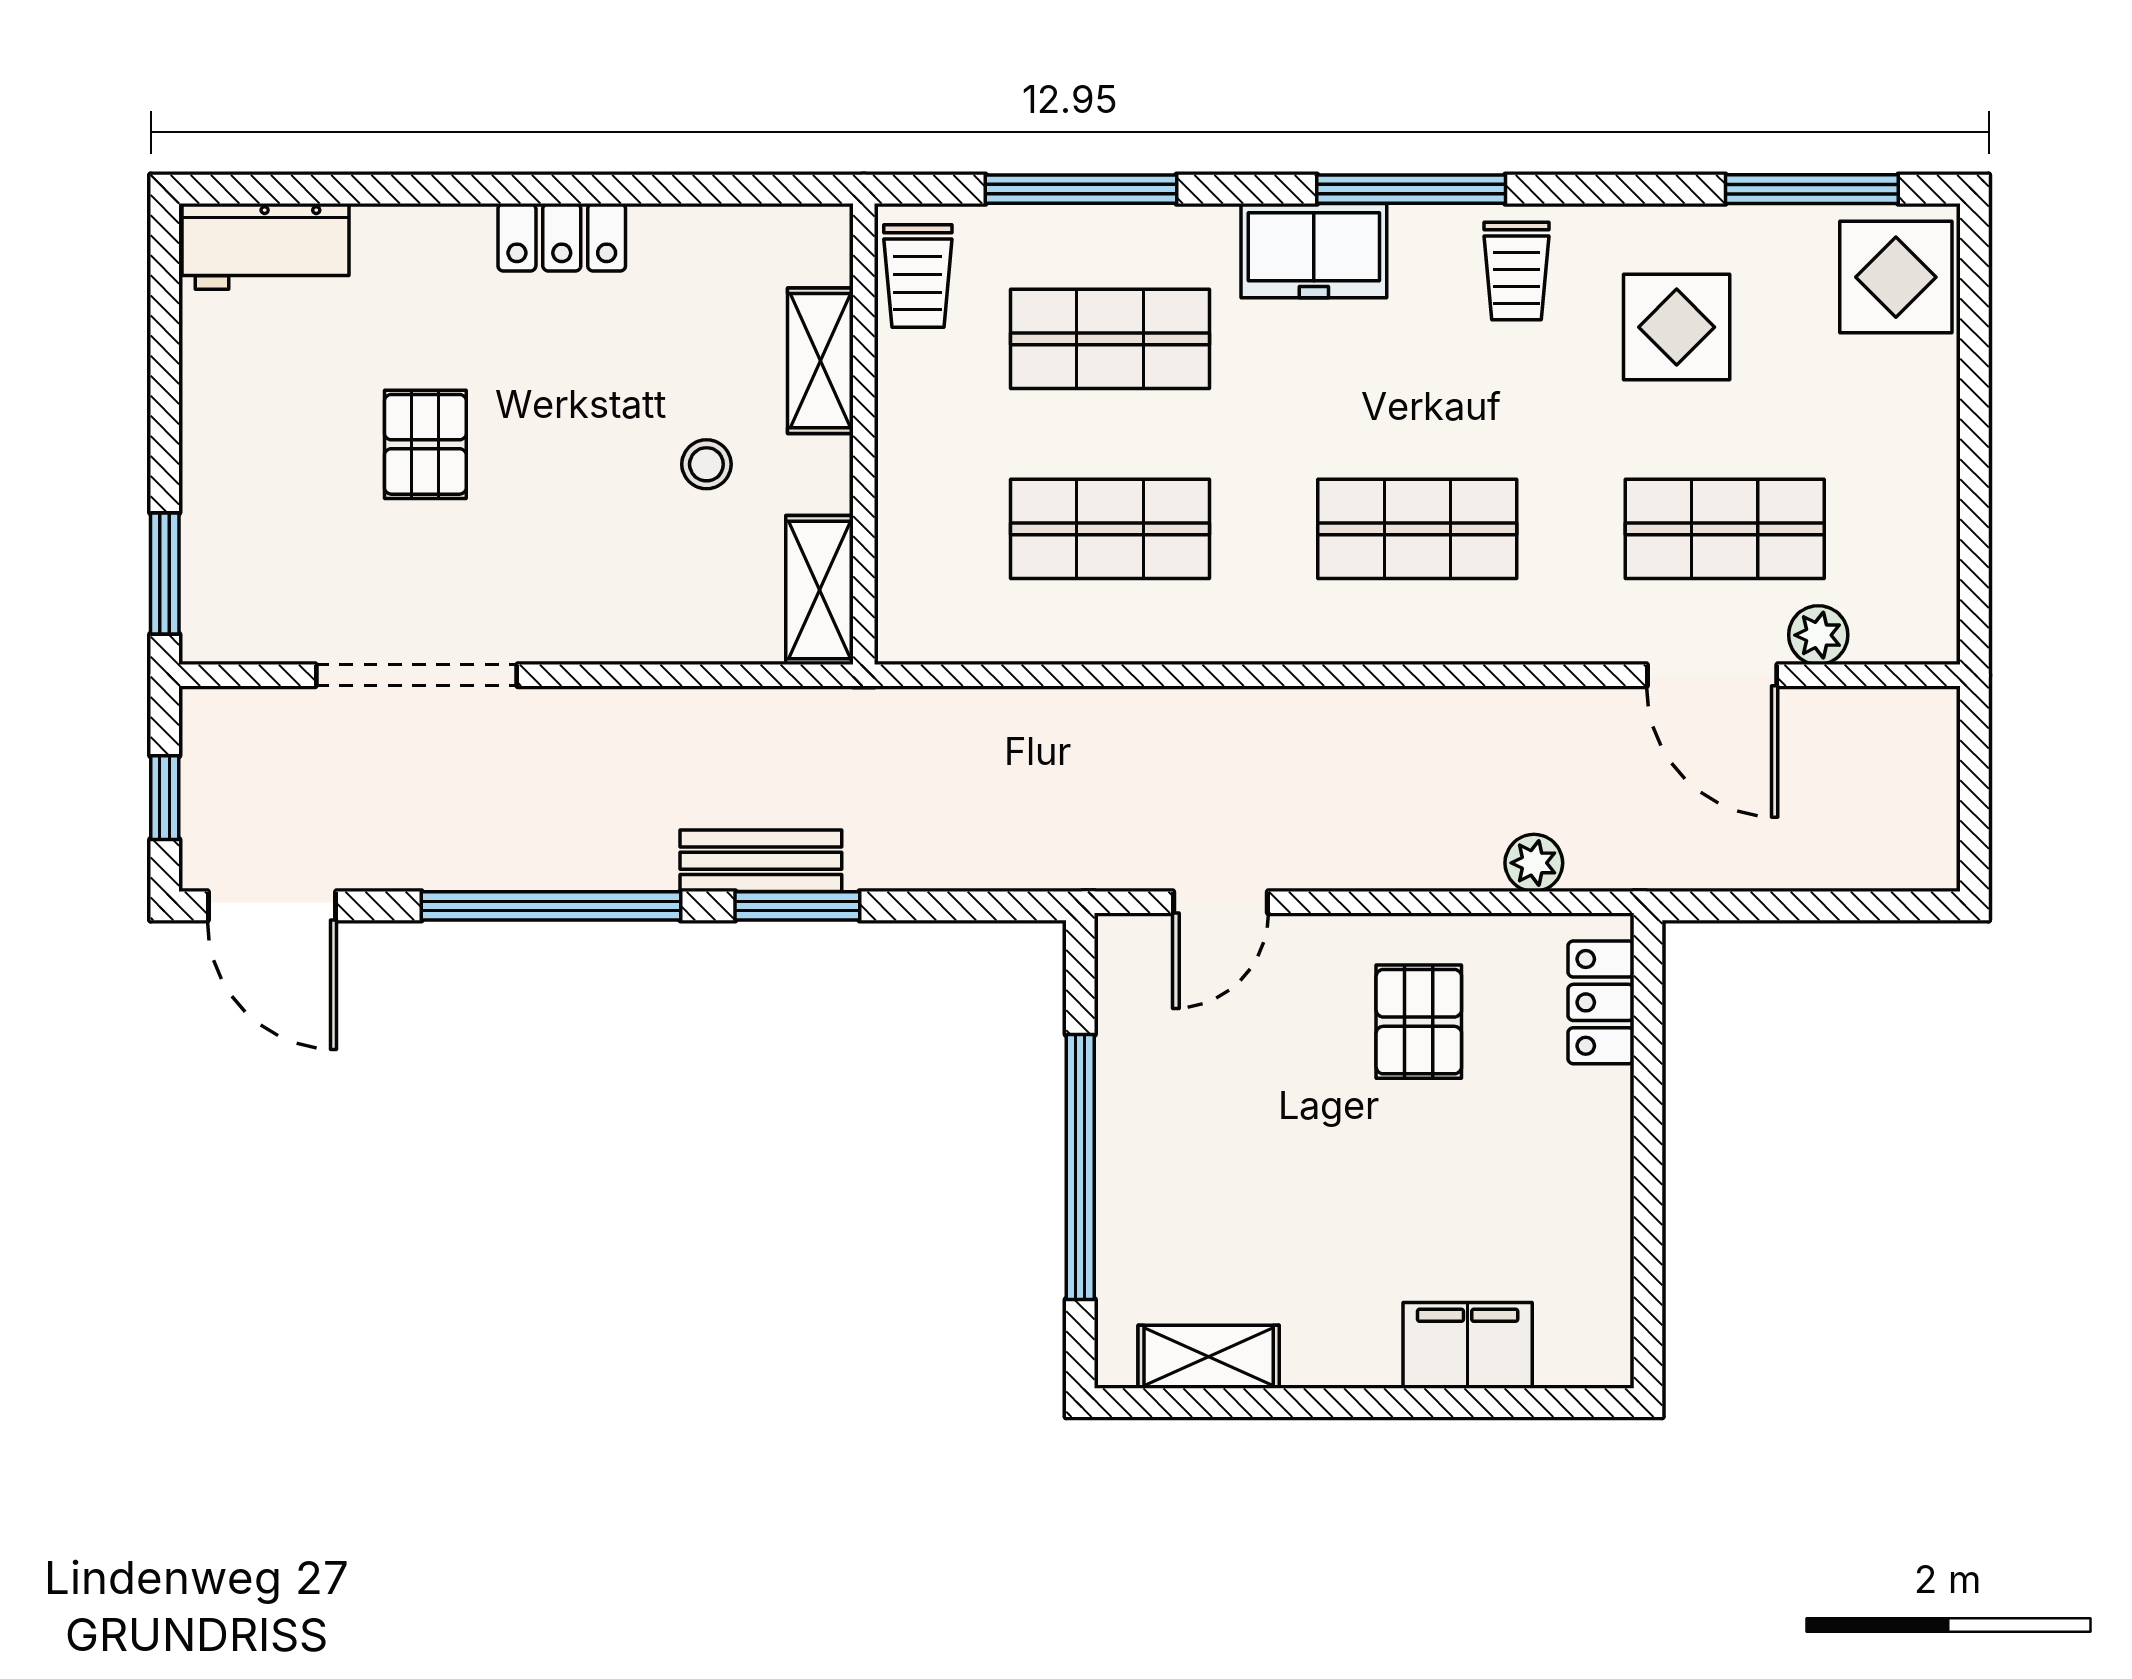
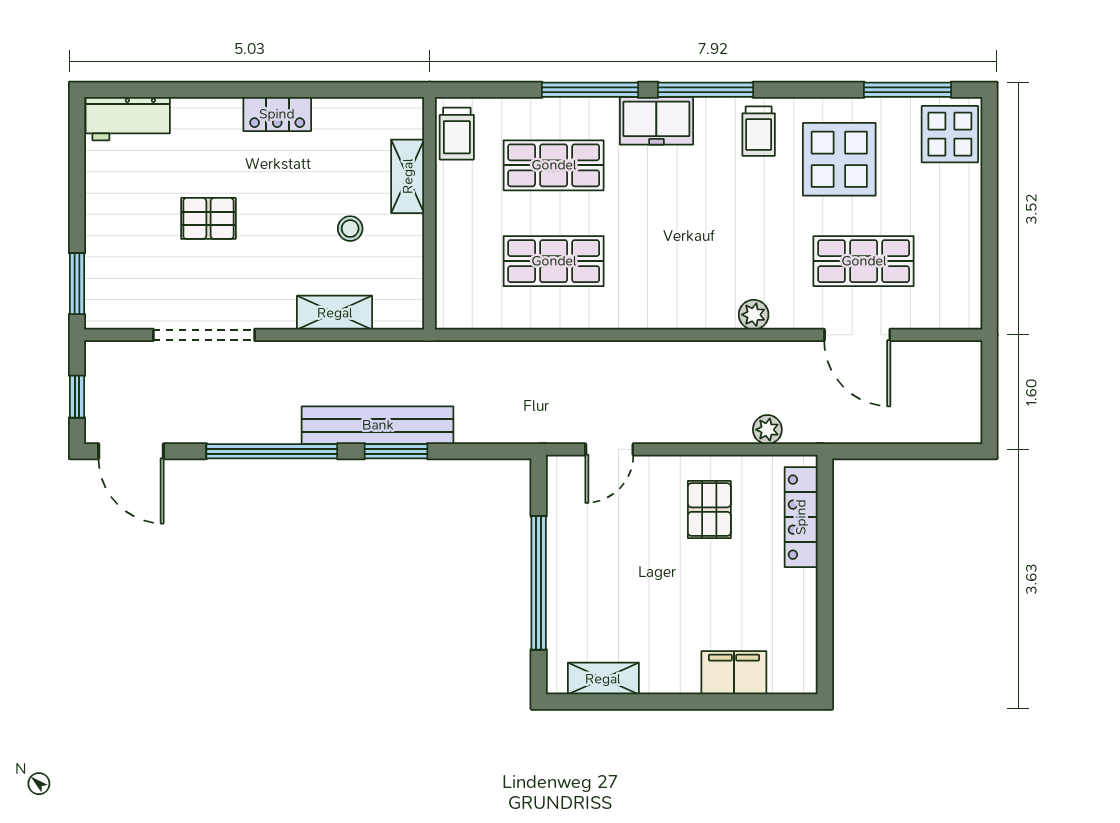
window: (1081, 189) -> (590, 90), moved
display table: (1677, 327) -> (839, 159), width x1.36, depth x1.36
pallet: (425, 444) -> (208, 218), turned 90
shop shelf: (1417, 529) -> (709, 261), removed
shelving: (820, 590) -> (335, 313), moved, turned 90
plant: (1818, 635) -> (754, 315), moved
bench: (761, 861) -> (378, 425), width x1.86, depth x1.21
locker: (1601, 1002) -> (801, 517), width x1.53

